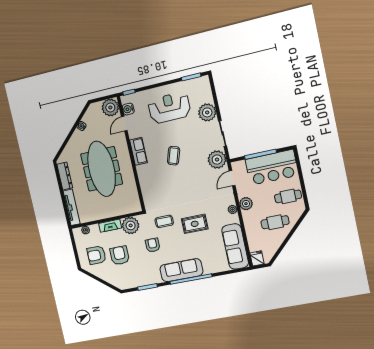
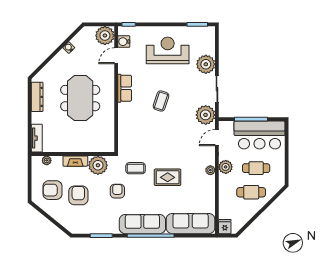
meeting table: (102, 169) -> (80, 98), width x0.73
cafe table: (288, 196) -> (256, 168), moved
tv unit: (72, 207) -> (37, 138), width x0.71
sofa: (235, 246) -> (191, 224), moved, turned 90

